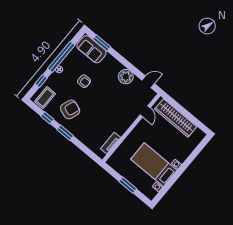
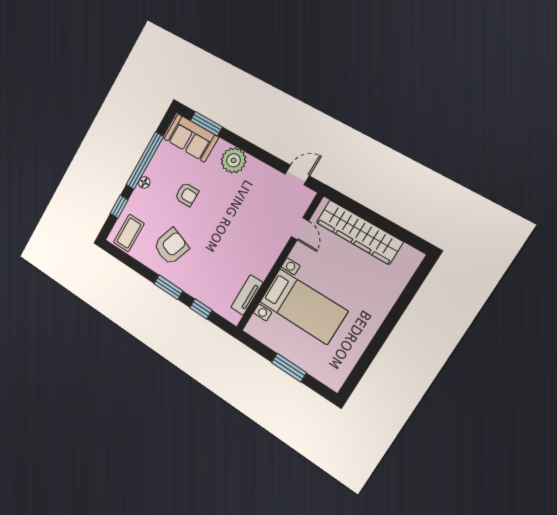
plant: (126, 77) -> (234, 160), moved
window: (47, 118) -> (201, 309), moved
bed with nightstands: (154, 165) -> (303, 306), moved, turned 180

